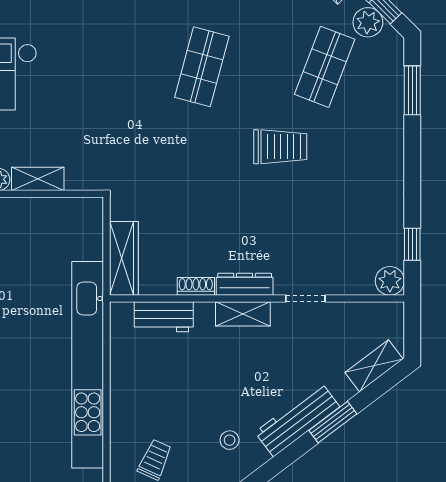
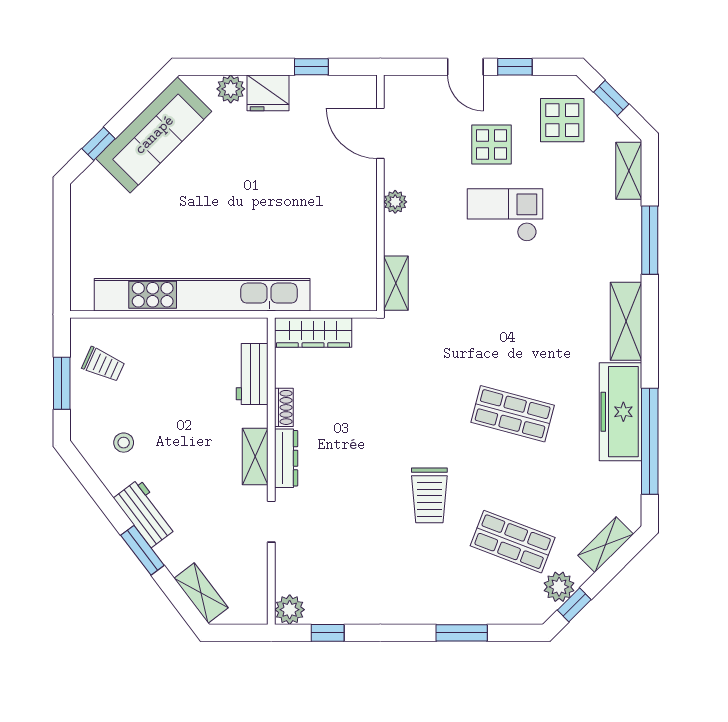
window: (412, 90) -> (462, 633), moved
shelving: (38, 179) -> (396, 283), moved
workbench: (297, 419) -> (145, 513), width x0.73

